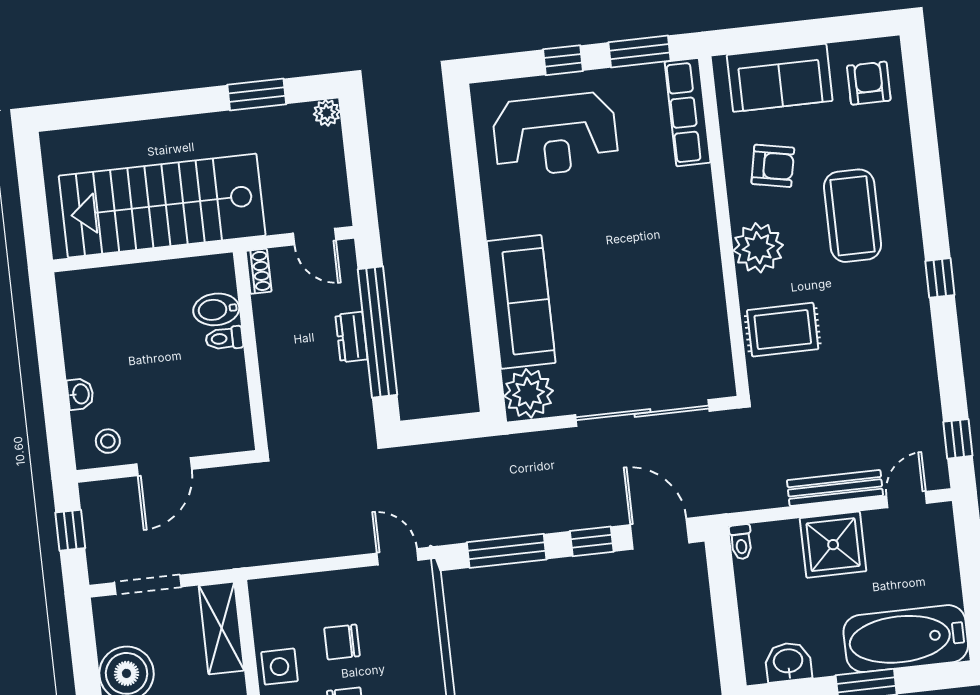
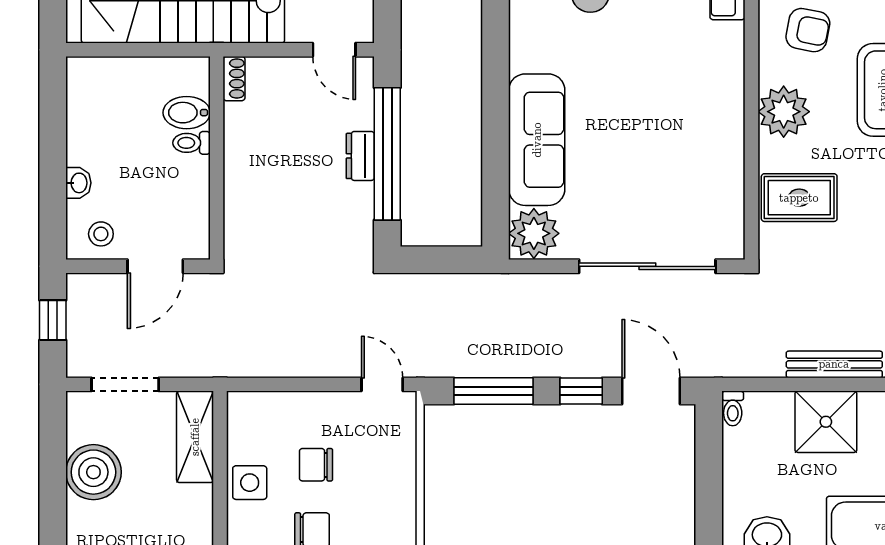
shoe rack: (259, 271) -> (234, 79), moved
bidet: (216, 309) -> (187, 113), moved
toilet: (224, 338) -> (191, 143), moved
wall: (250, 350) -> (217, 158), moved

